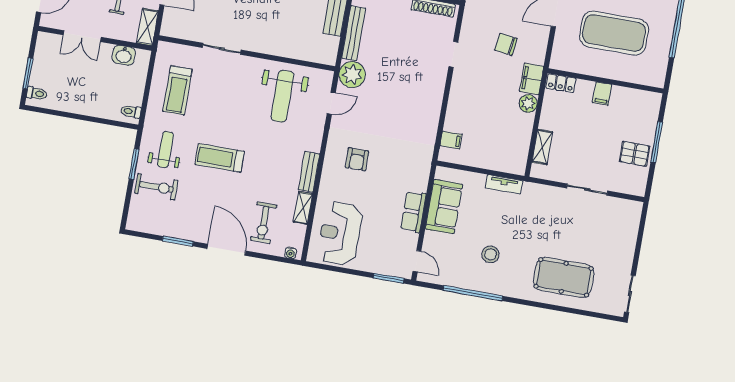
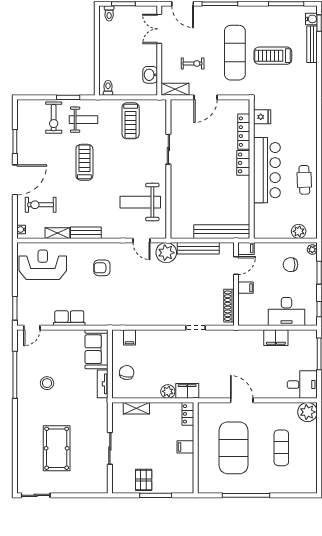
double door: (82, 36) -> (159, 29), moved
chair: (506, 44) -> (127, 373), moved
treadmill: (177, 90) -> (131, 121), turned -90
sofa: (444, 207) -> (96, 349), moved, turned 90
pool table: (564, 277) -> (57, 448), moved

